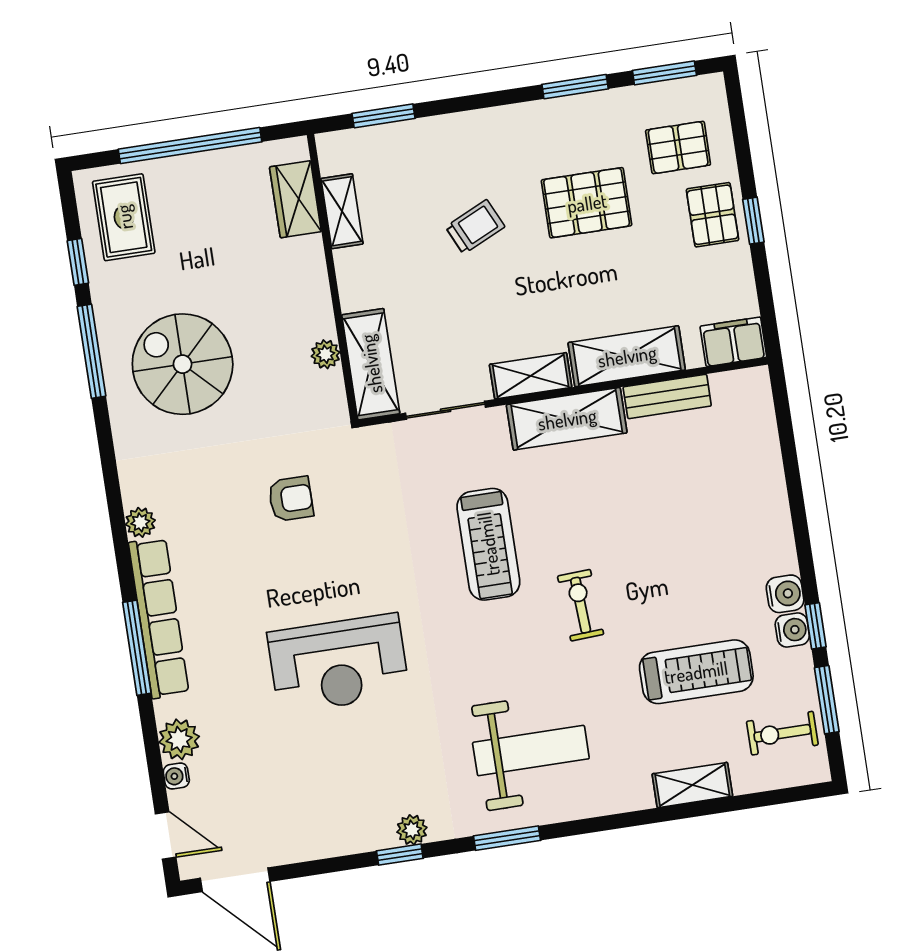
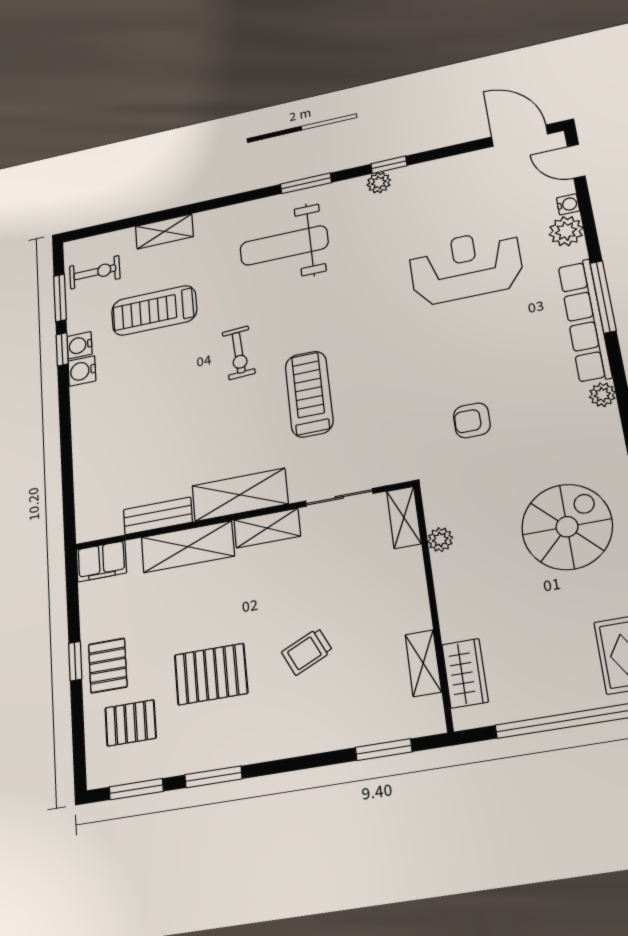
spiral stairs: (183, 364) -> (567, 527), turned -90
shelving: (371, 364) -> (404, 517), width x0.67, depth x0.75
reception desk: (338, 664) -> (466, 266), moved

